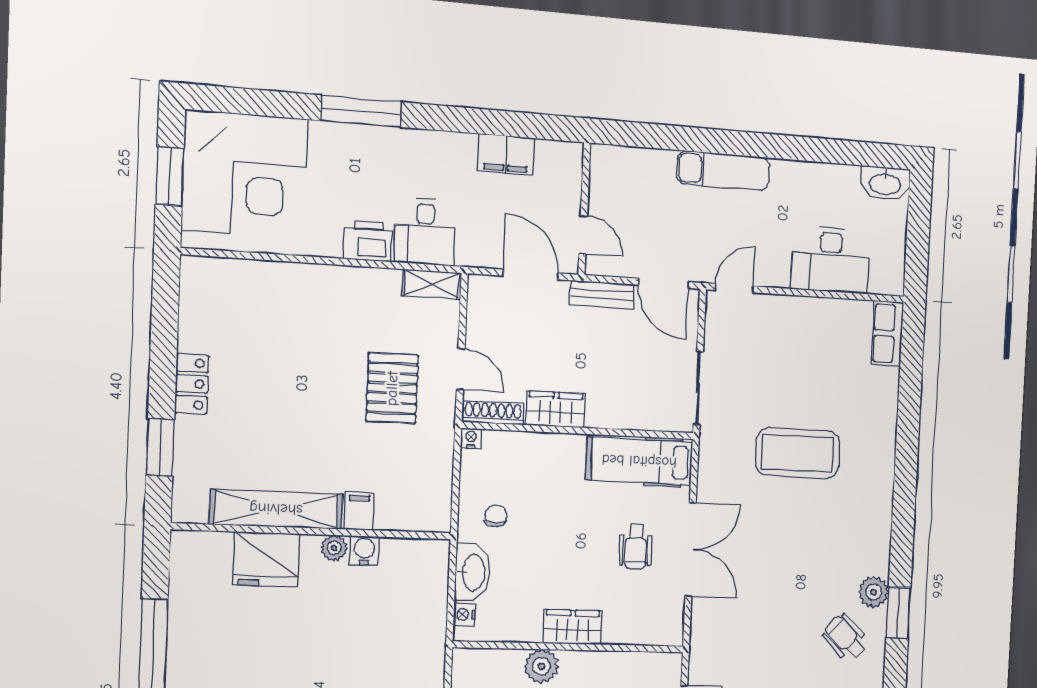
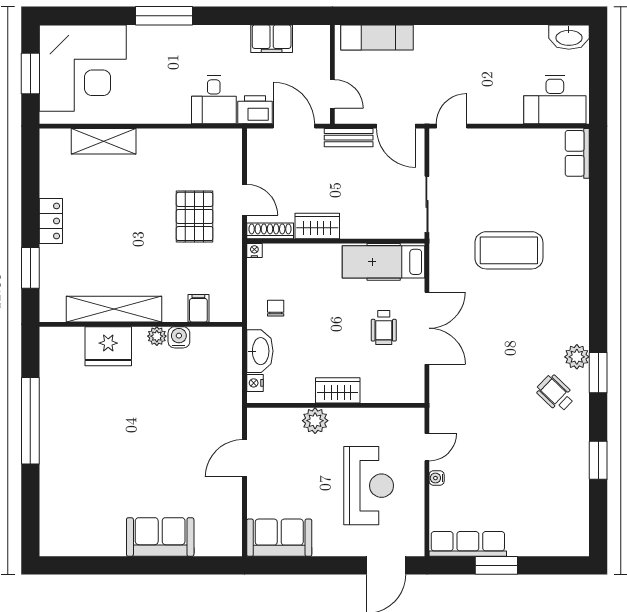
exam couch: (723, 171) -> (377, 37), moved
printer: (368, 241) -> (255, 110), moved
desk: (830, 260) -> (555, 99), moved
shelving: (432, 284) -> (104, 141), moved, width x1.50, depth x1.33
filing cabinet: (359, 511) -> (198, 308), moved

